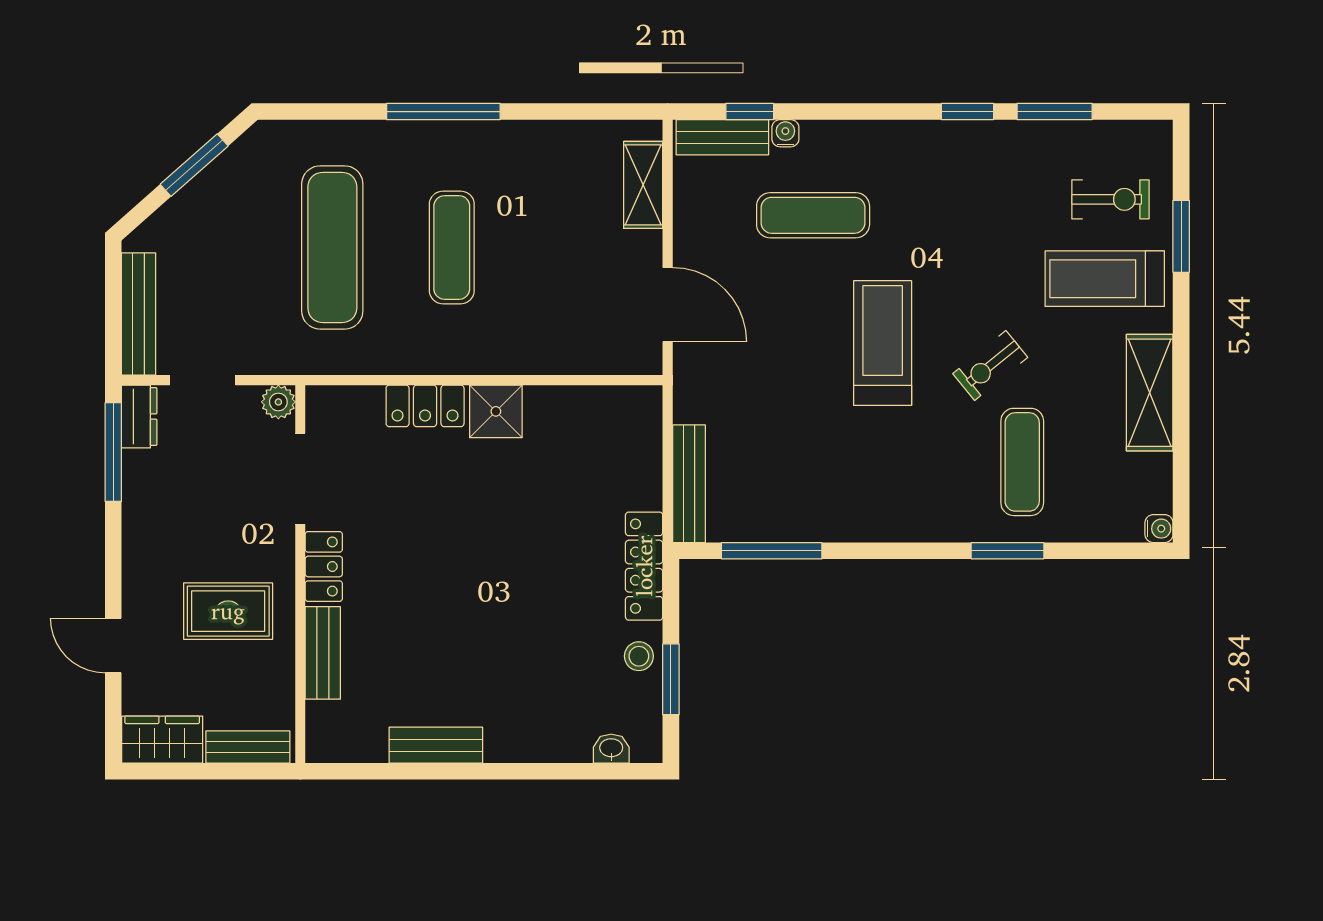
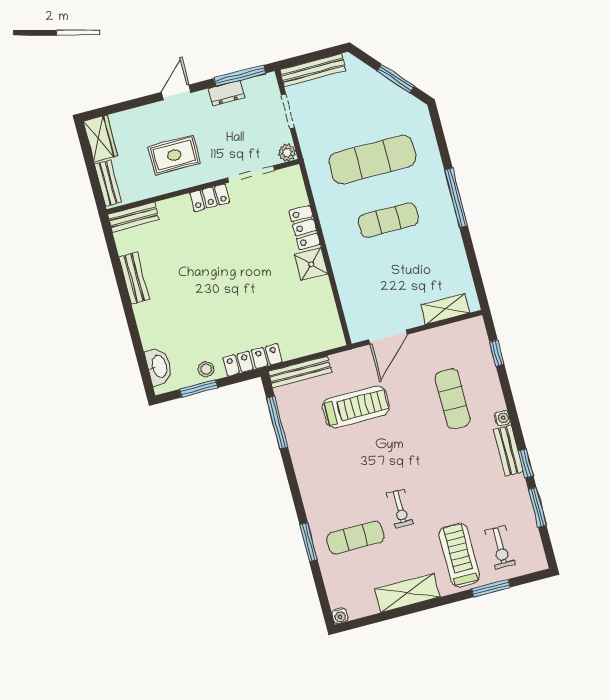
water cooler: (785, 133) -> (502, 418), moved
bench: (722, 137) -> (508, 451), moved
treadmill: (883, 343) -> (356, 407), moved
exercise bike: (990, 366) -> (400, 509), turned -141
dresser: (139, 416) -> (226, 93), moved
rug: (228, 611) -> (174, 155), turned 90
door: (113, 645) -> (176, 92), moved
bench: (323, 653) -> (133, 217), moved
washbasin: (611, 749) -> (159, 367), width x1.91, depth x1.45

